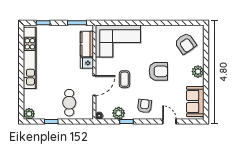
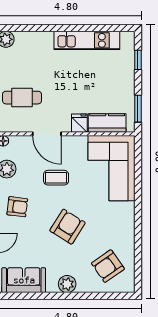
kitchen unit: (30, 58) -> (87, 40), width x0.73
armchair: (158, 71) -> (67, 227), turned -148

